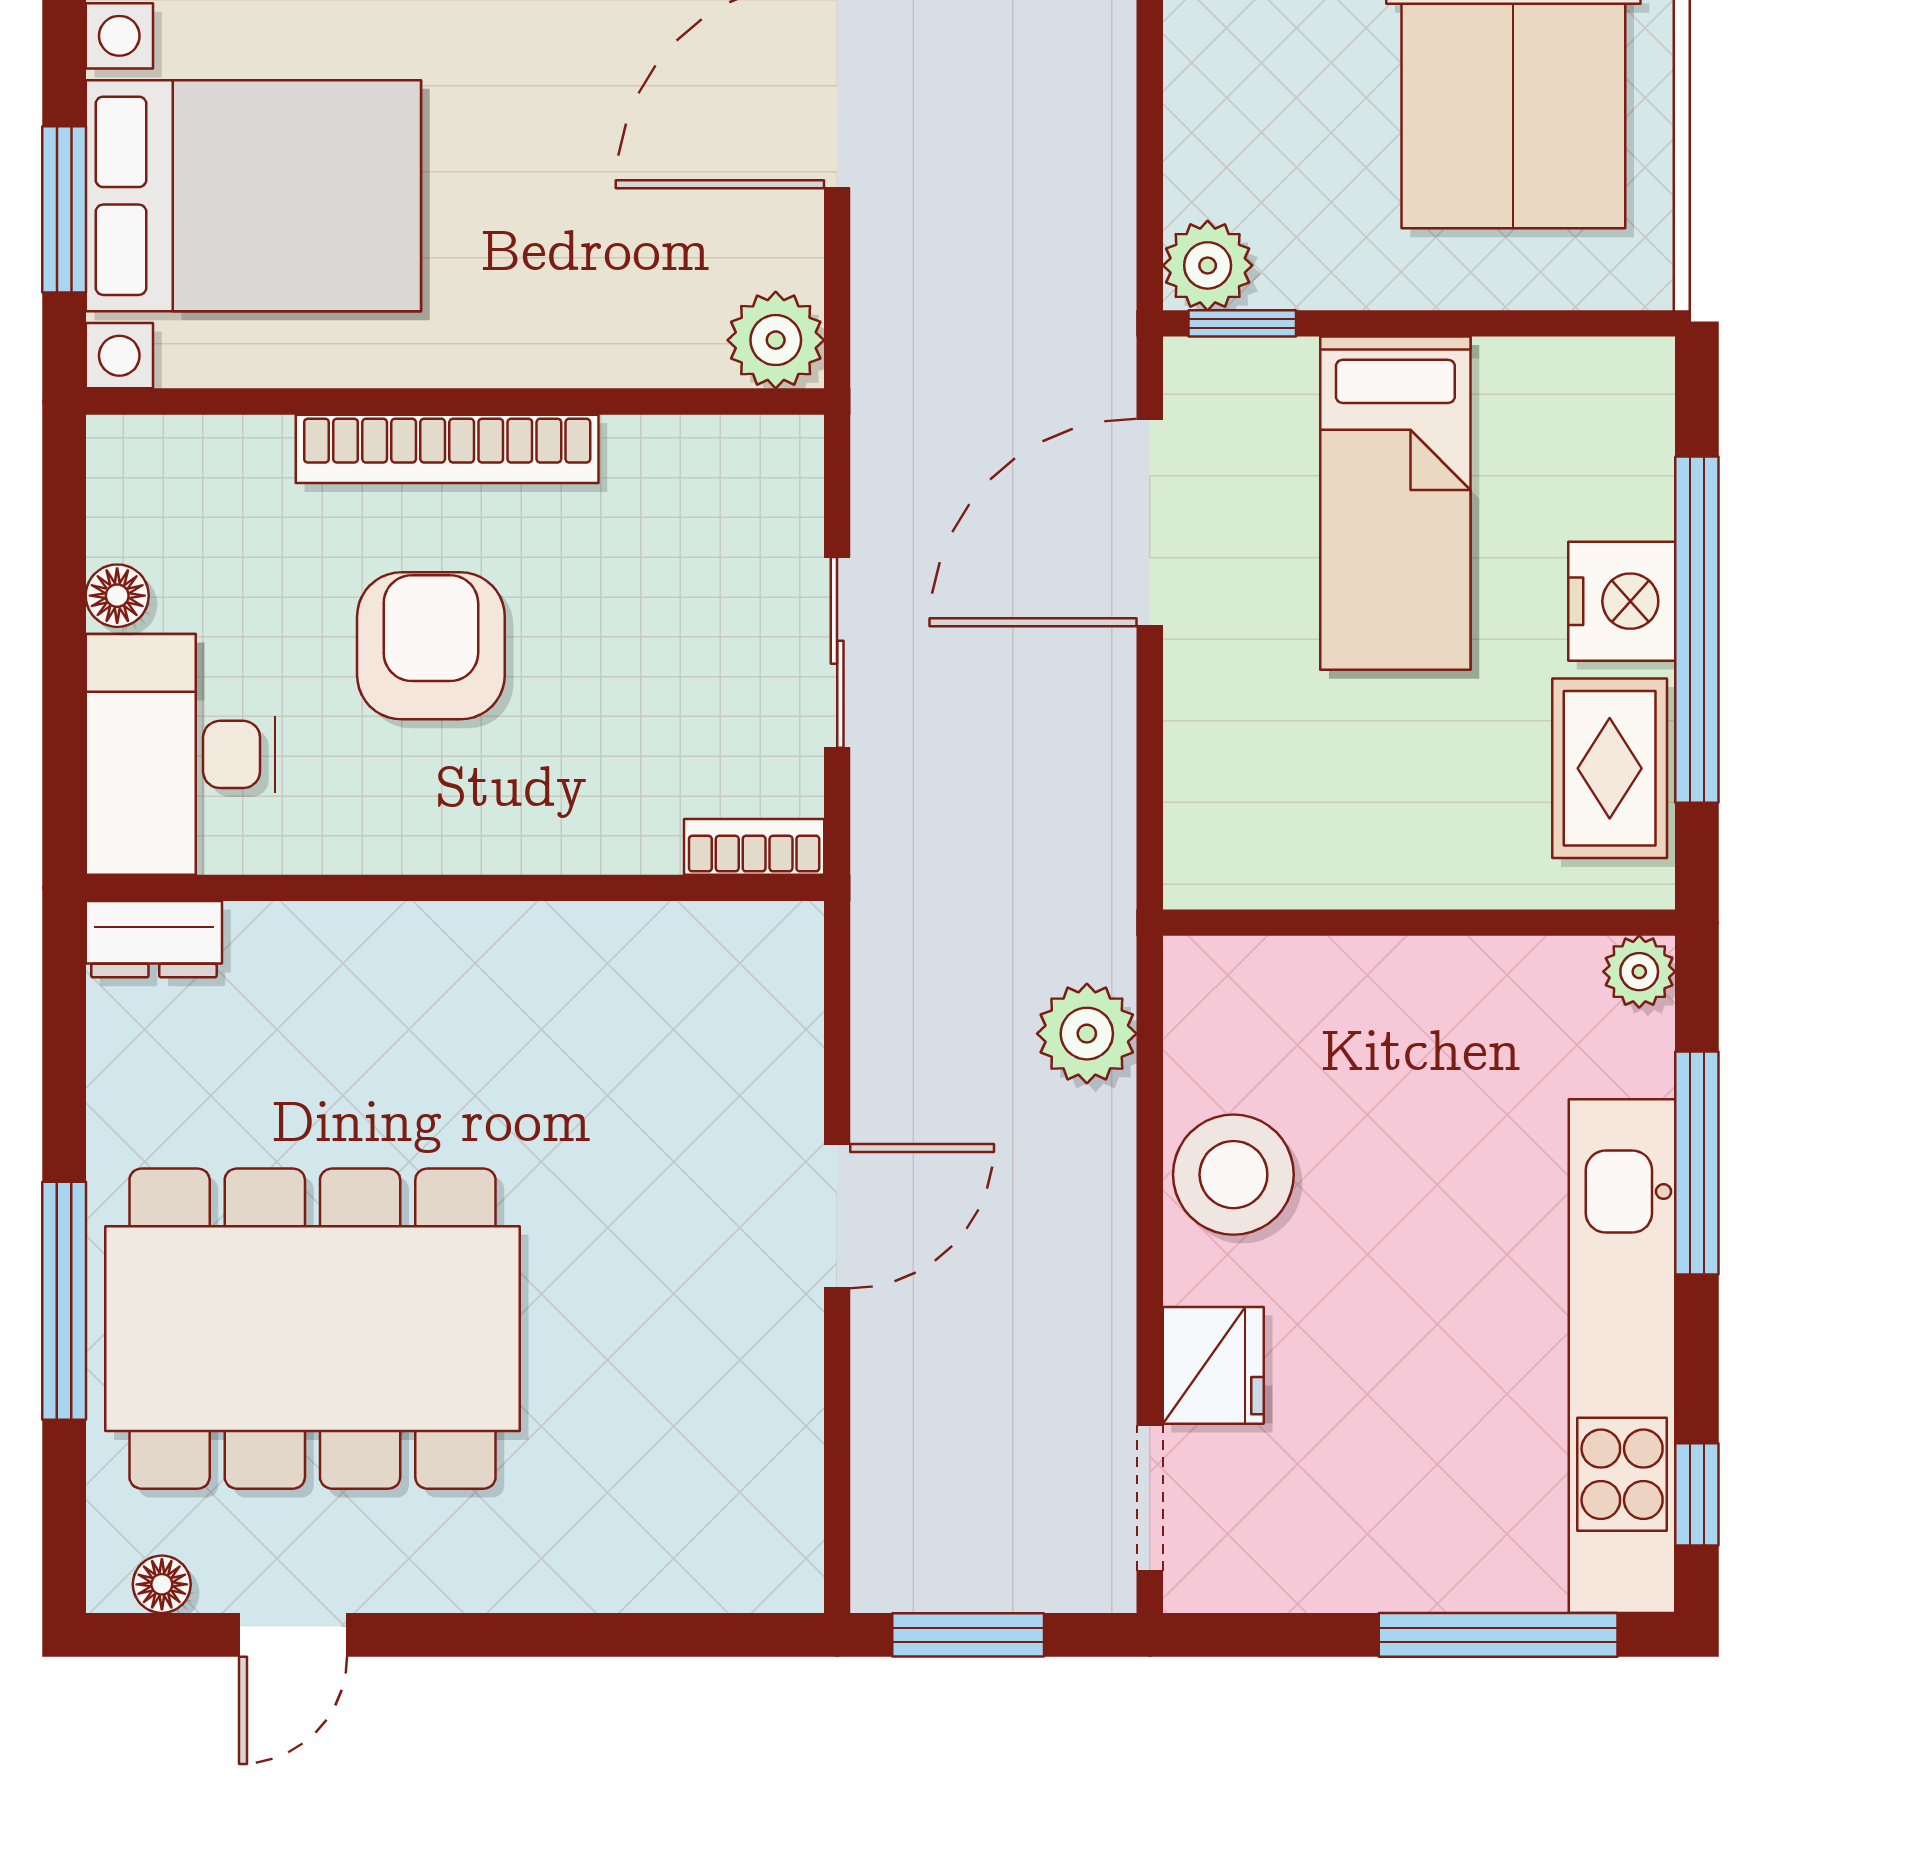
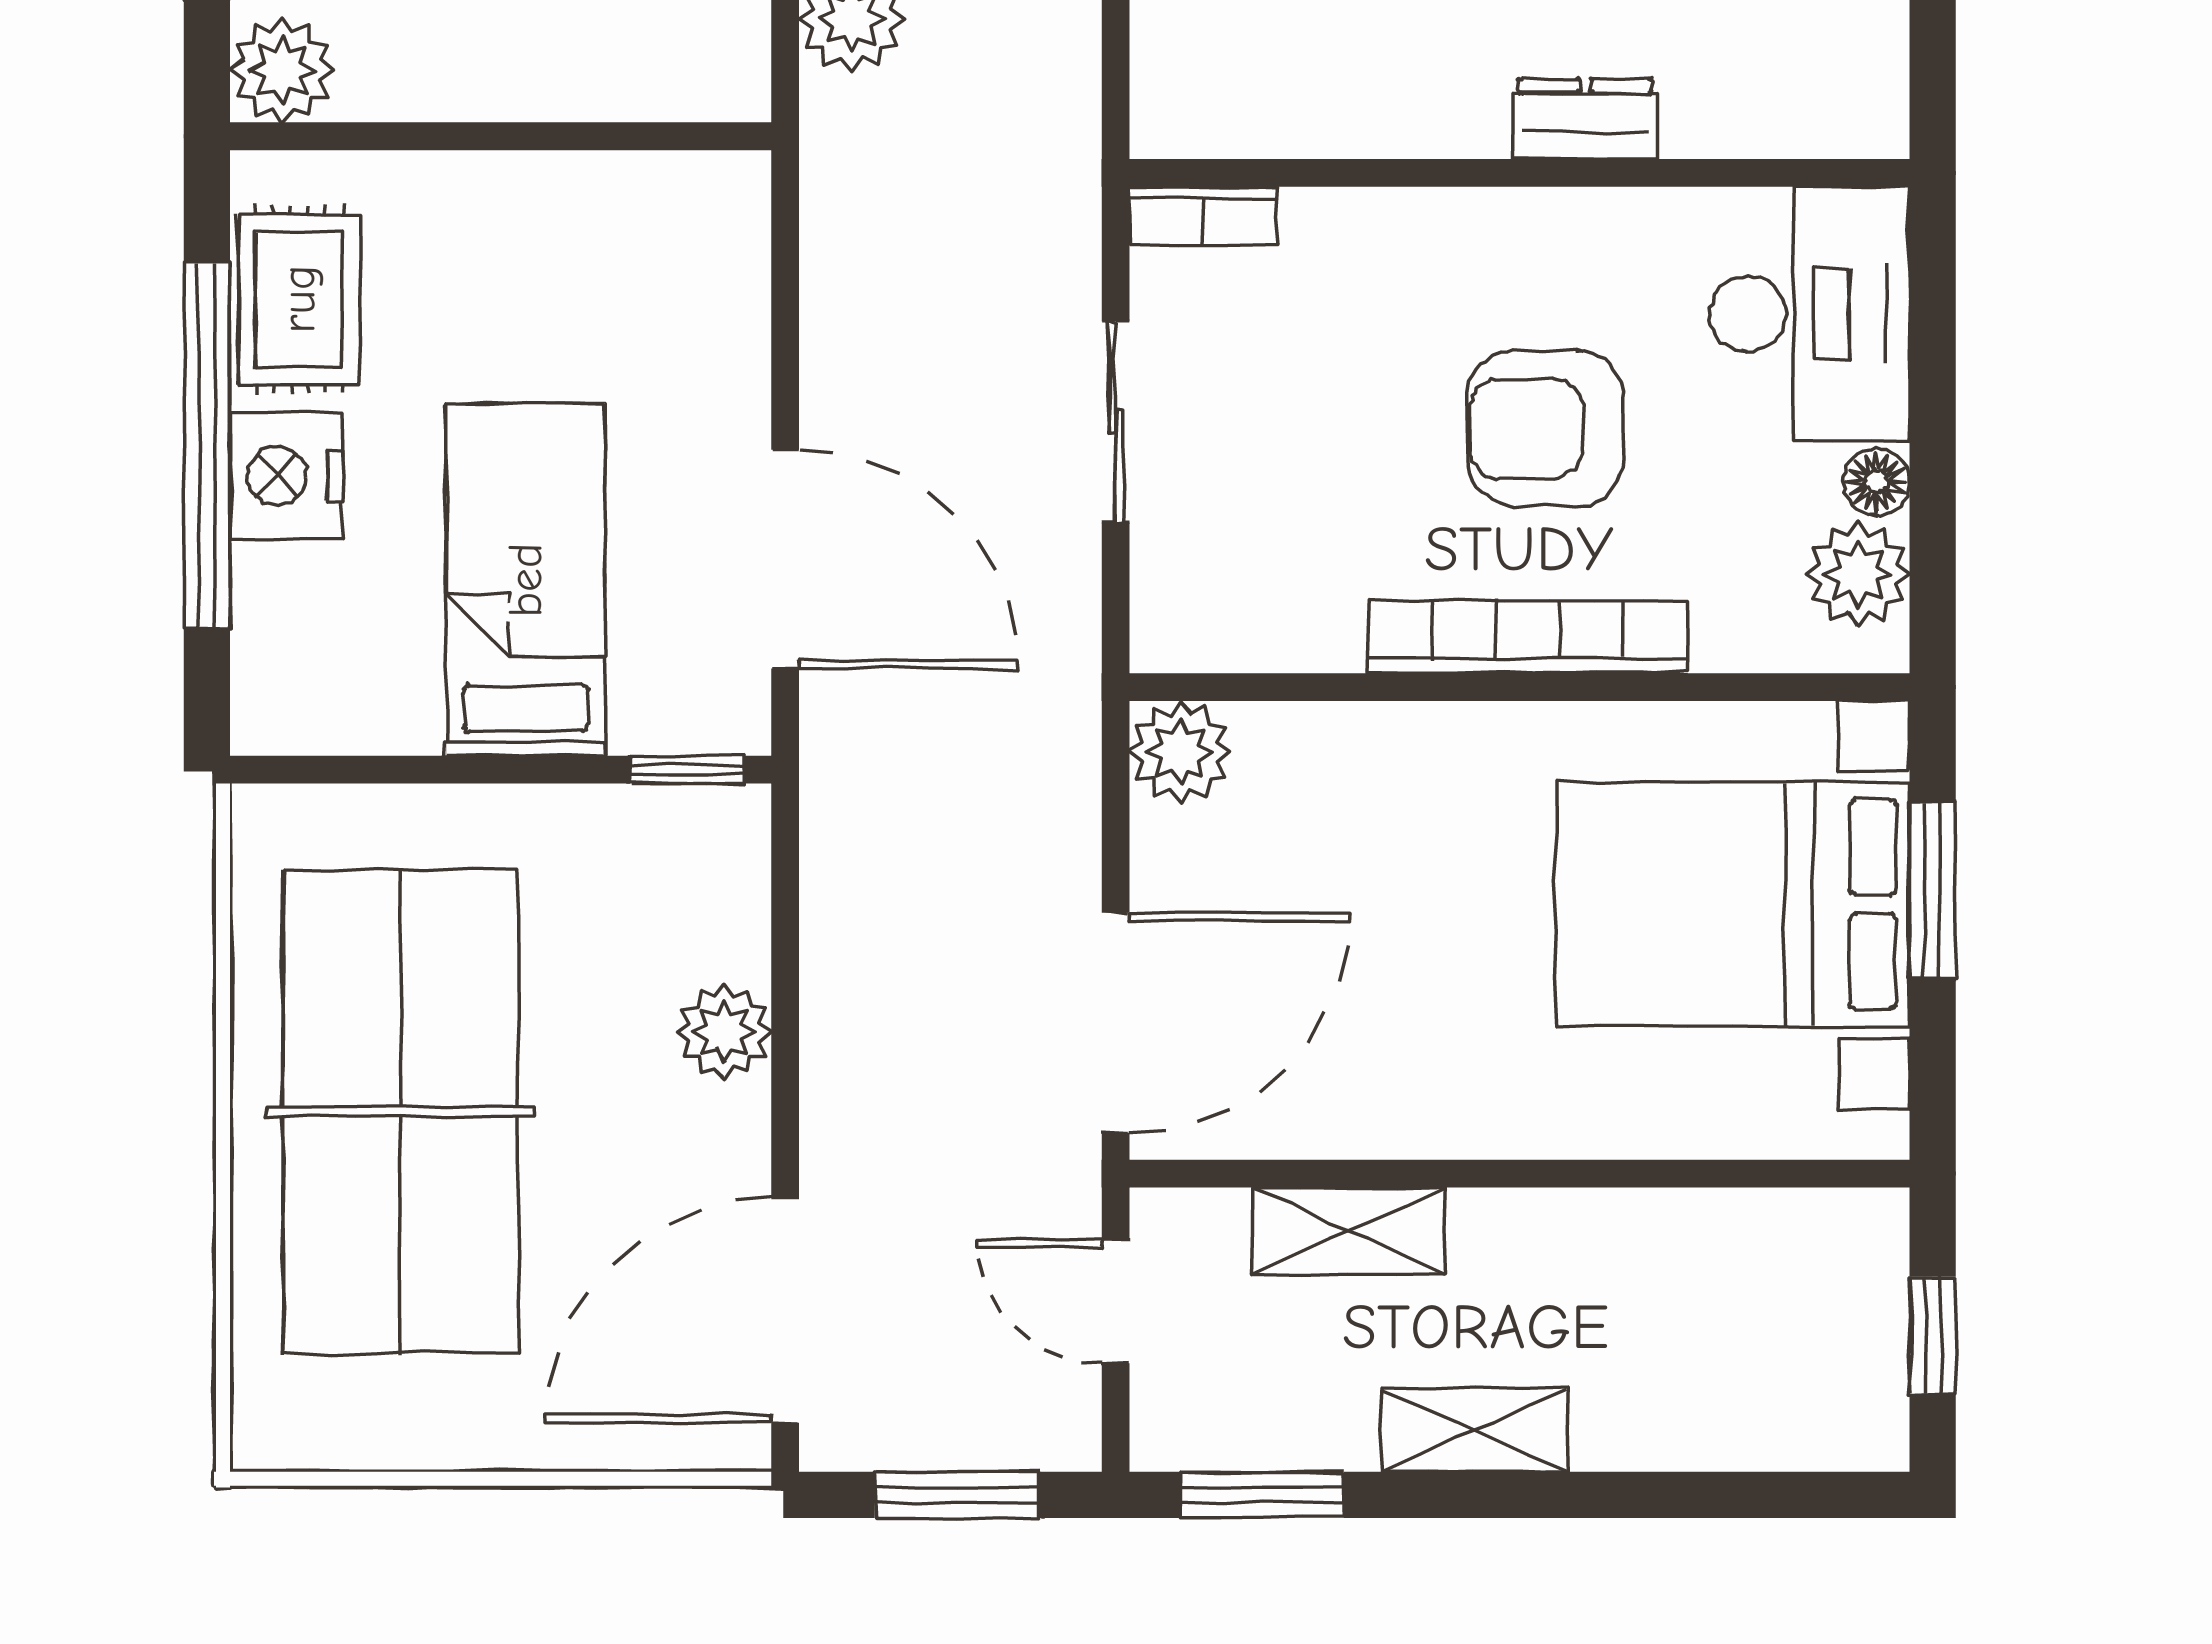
plant: (1208, 265) -> (724, 1032), moved
plant: (135, 508) -> (1858, 574), added
door: (1150, 522) -> (785, 559), hinge flipped
armchair: (431, 646) -> (1545, 429), turned 90
dresser: (154, 939) -> (1585, 119), moved
plant: (1639, 972) -> (282, 70), width x1.38, depth x1.38

